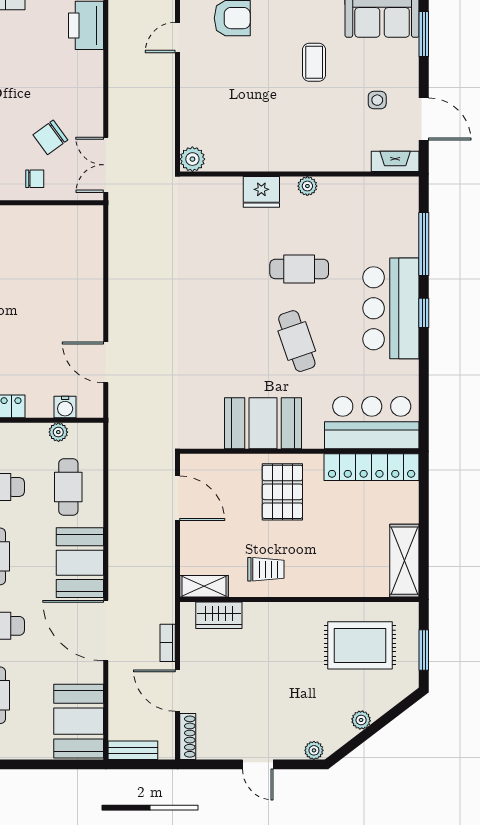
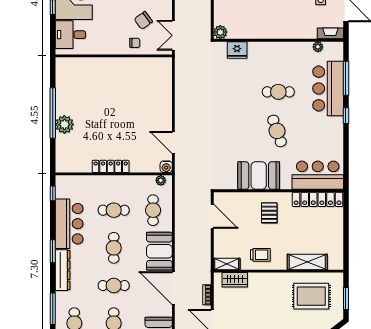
plant: (307, 186) -> (318, 47), moved
fridge: (261, 192) -> (237, 50), moved
bar counter: (391, 308) -> (328, 89), moved
water cooler: (65, 407) -> (166, 167), moved
plant: (58, 432) -> (161, 180), moved
pallet: (282, 492) -> (269, 213), width x0.67, depth x0.71
shelving: (404, 561) -> (307, 262), moved, turned 90

